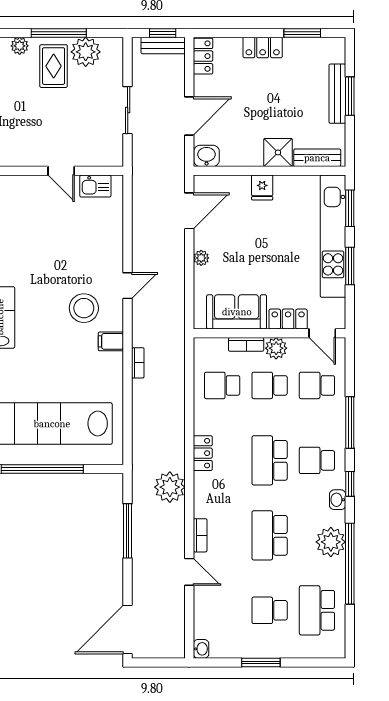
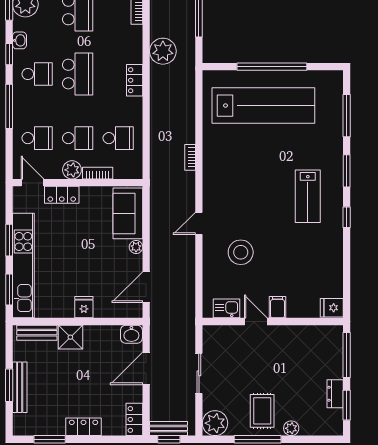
plant: (86, 52) -> (215, 423), moved
stool: (84, 308) -> (241, 252), moved
sofa: (237, 312) -> (128, 213), moved, turned 90
filing cabinet: (111, 341) -> (277, 307), moved, turned -90

